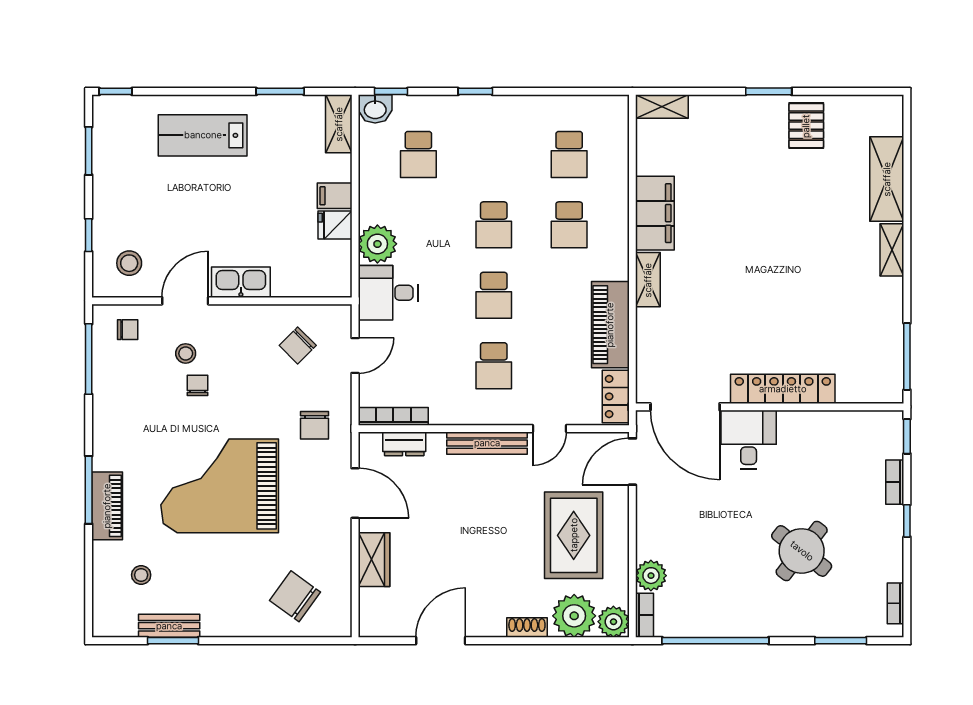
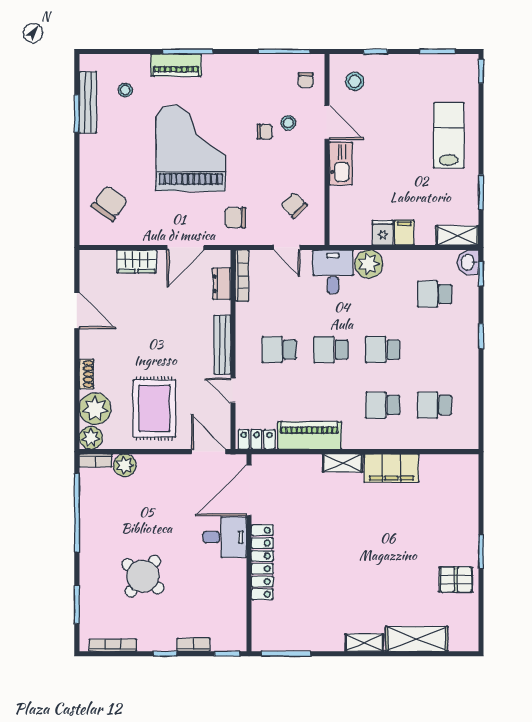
shelving: (662, 107) -> (470, 473), removed
rug: (574, 535) -> (154, 408), turned 90
bookcase: (895, 603) -> (113, 645), width x1.56
bench: (169, 626) -> (88, 102), width x1.36

